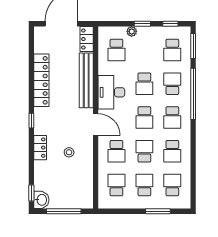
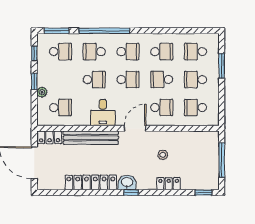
desk: (111, 92) -> (103, 113), width x0.73
locker: (40, 148) -> (169, 184), moved
washbasin: (41, 200) -> (127, 182), moved

